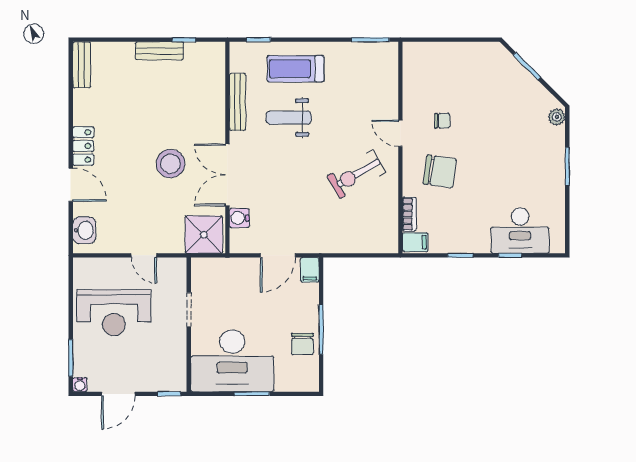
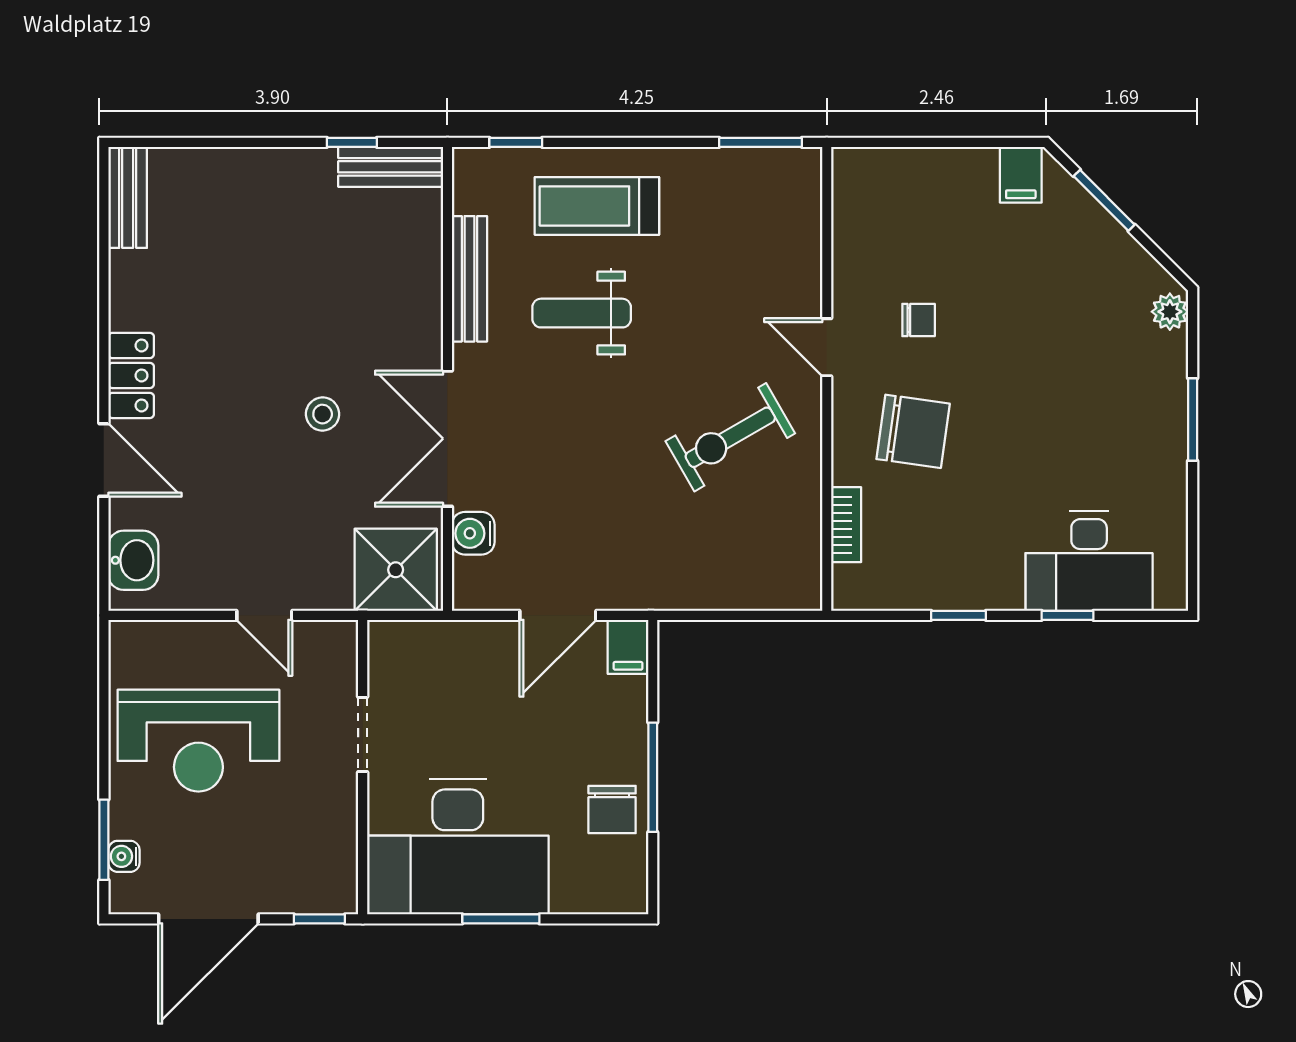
bench: (159, 51) -> (391, 167), moved
stool: (170, 164) -> (323, 414), width x0.53, depth x0.53
filing cabinet: (415, 242) -> (1021, 175), moved, turned 90
water cooler: (80, 385) -> (124, 856), moved, turned 90
door: (118, 394) -> (208, 919), width x1.36

